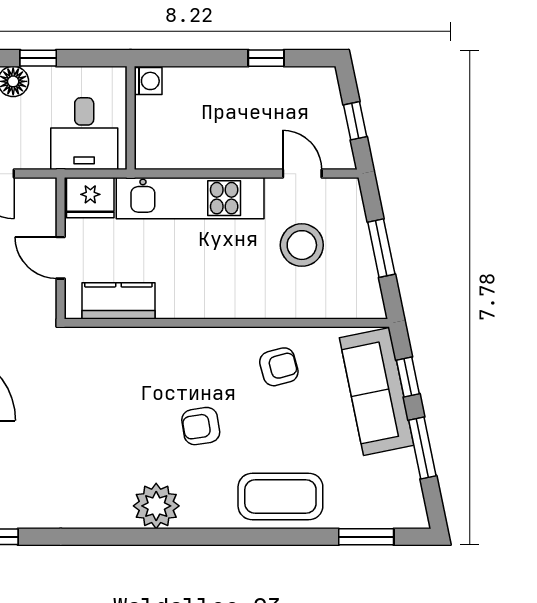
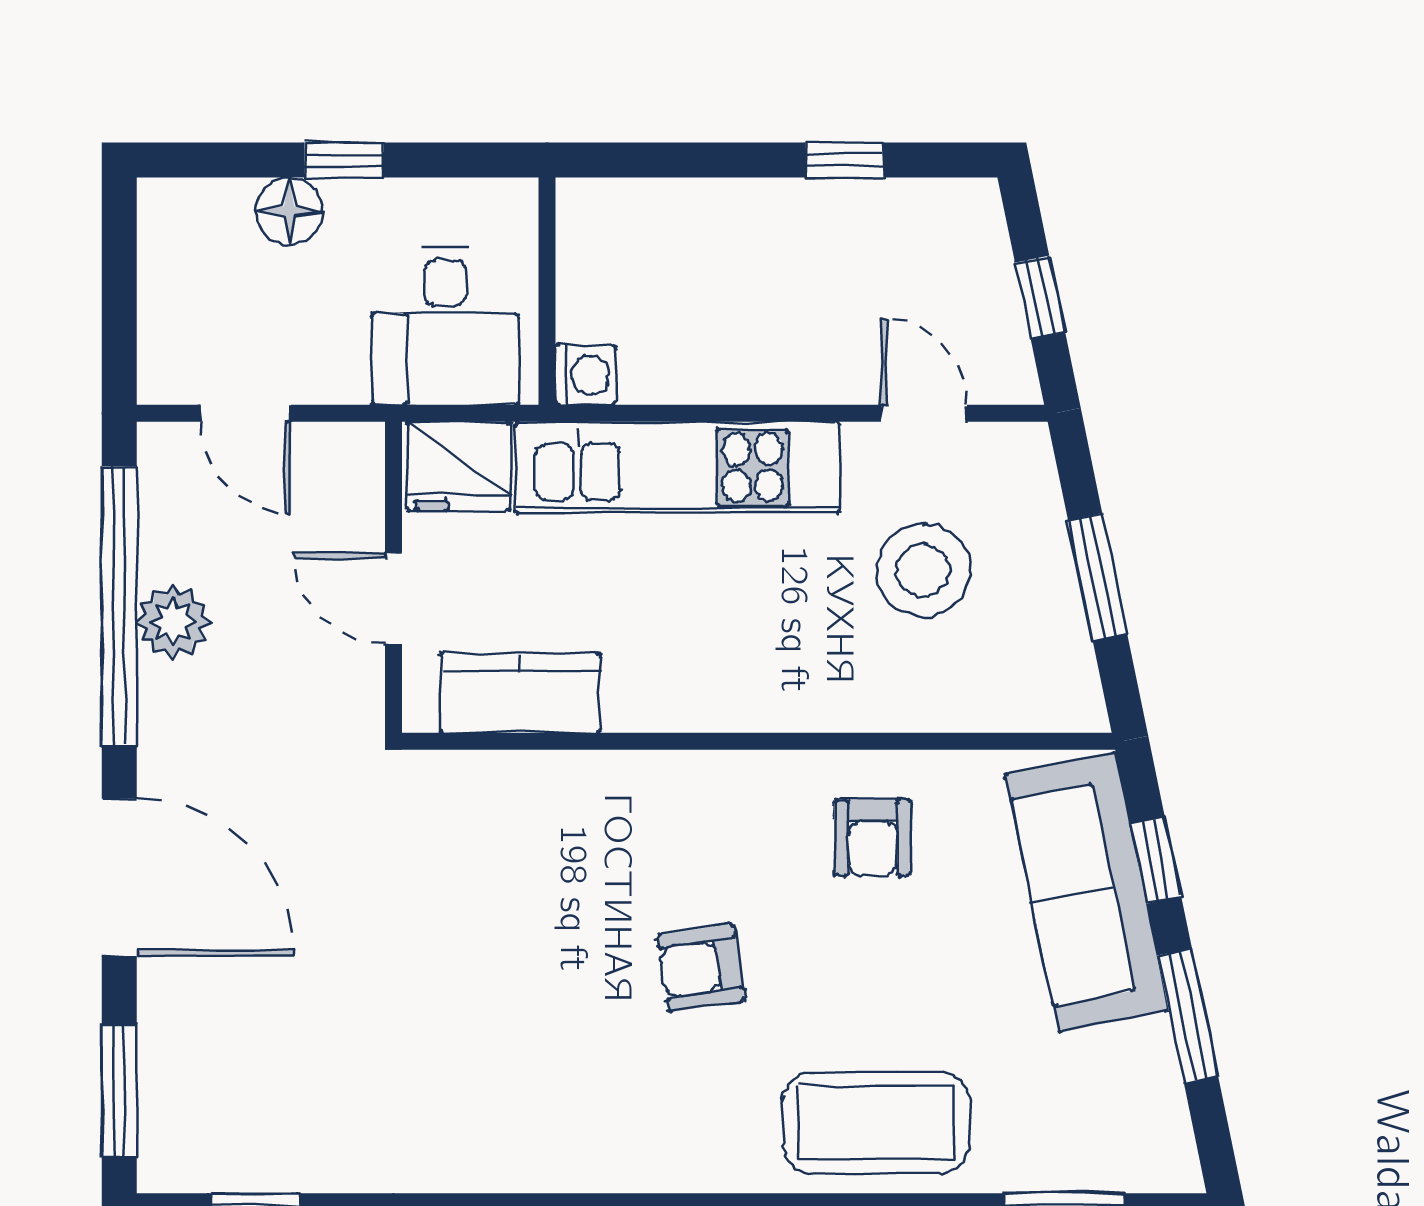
washing machine: (148, 81) -> (585, 375), moved
armchair: (279, 367) -> (873, 838), turned 105
plant: (156, 506) -> (603, 1143), removed

